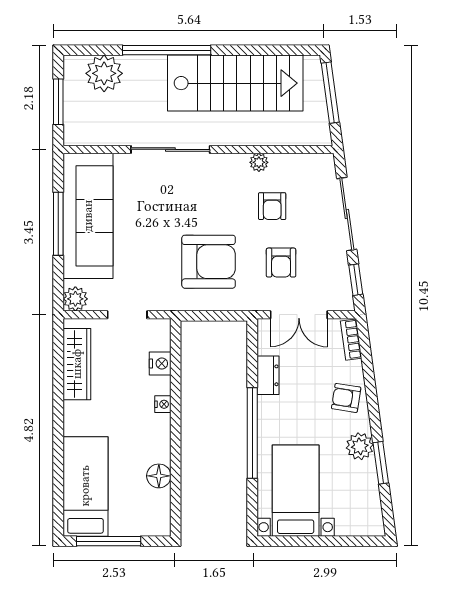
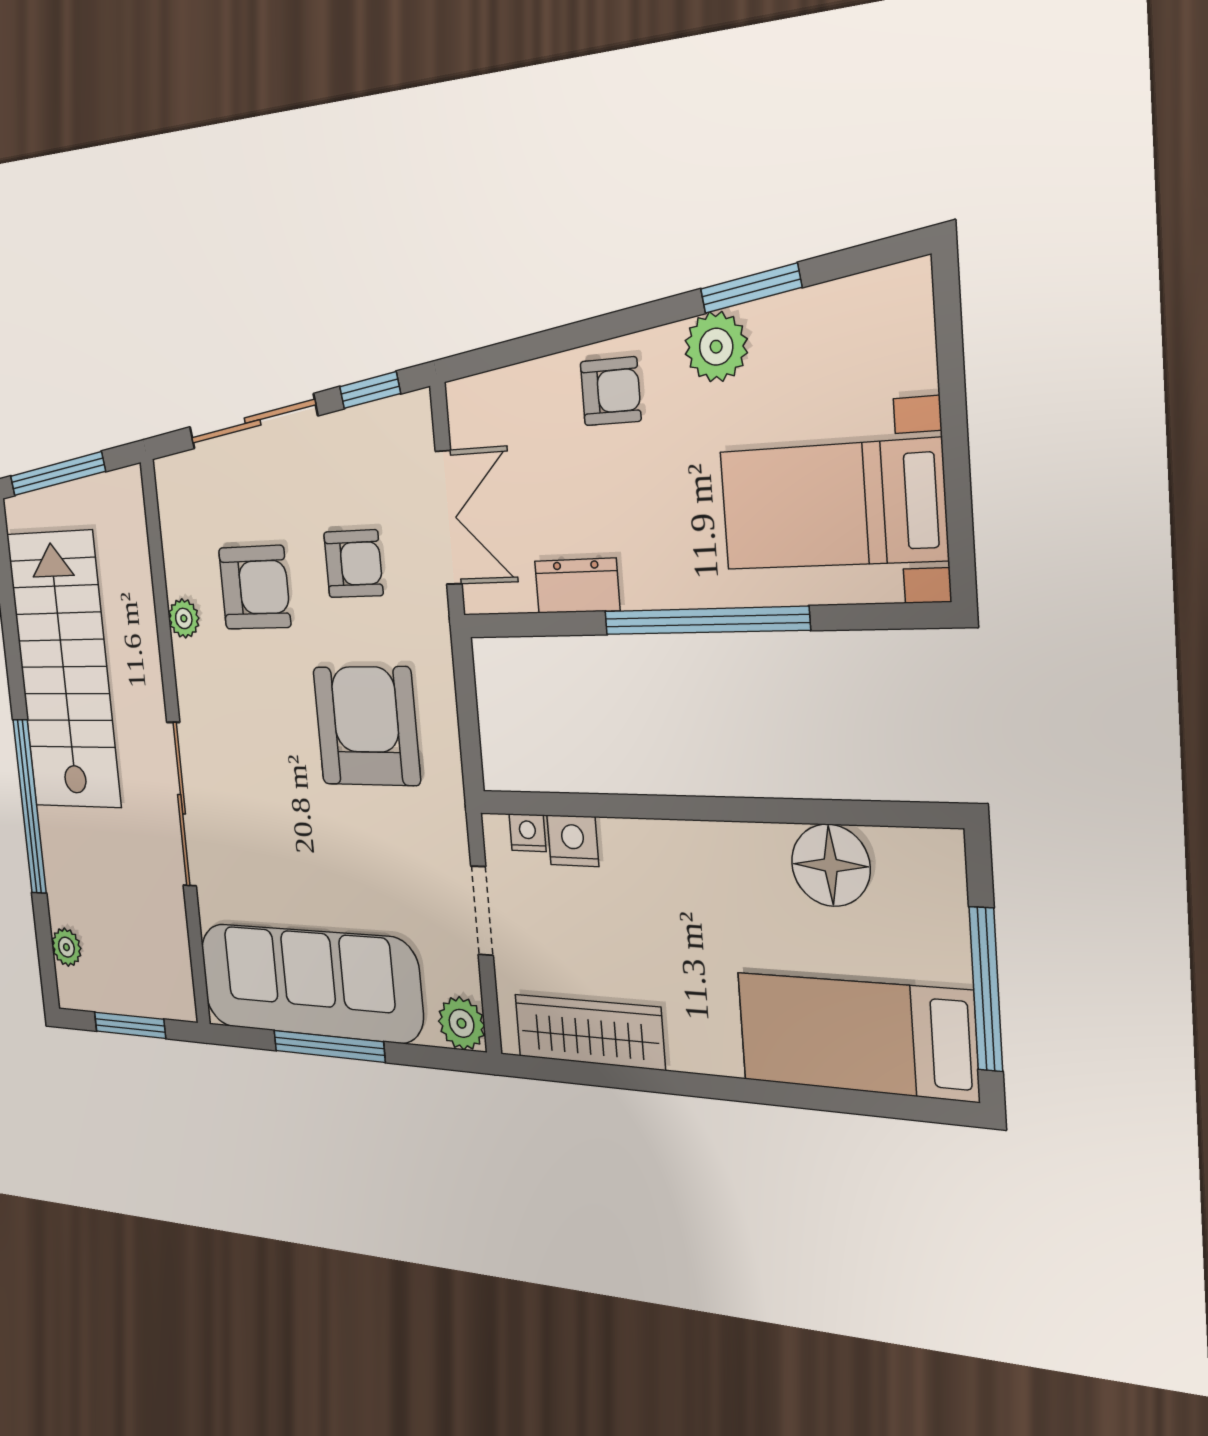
plant: (104, 73) -> (66, 947), width x0.53, depth x0.53
armchair: (272, 206) -> (255, 587), width x1.38, depth x1.38
bookcase: (351, 340) -> (488, 390), removed
armchair: (346, 398) -> (611, 391), turned -99
nightstand: (163, 404) -> (528, 833), moved
floor lamp: (159, 476) -> (831, 865), width x1.38, depth x1.38

